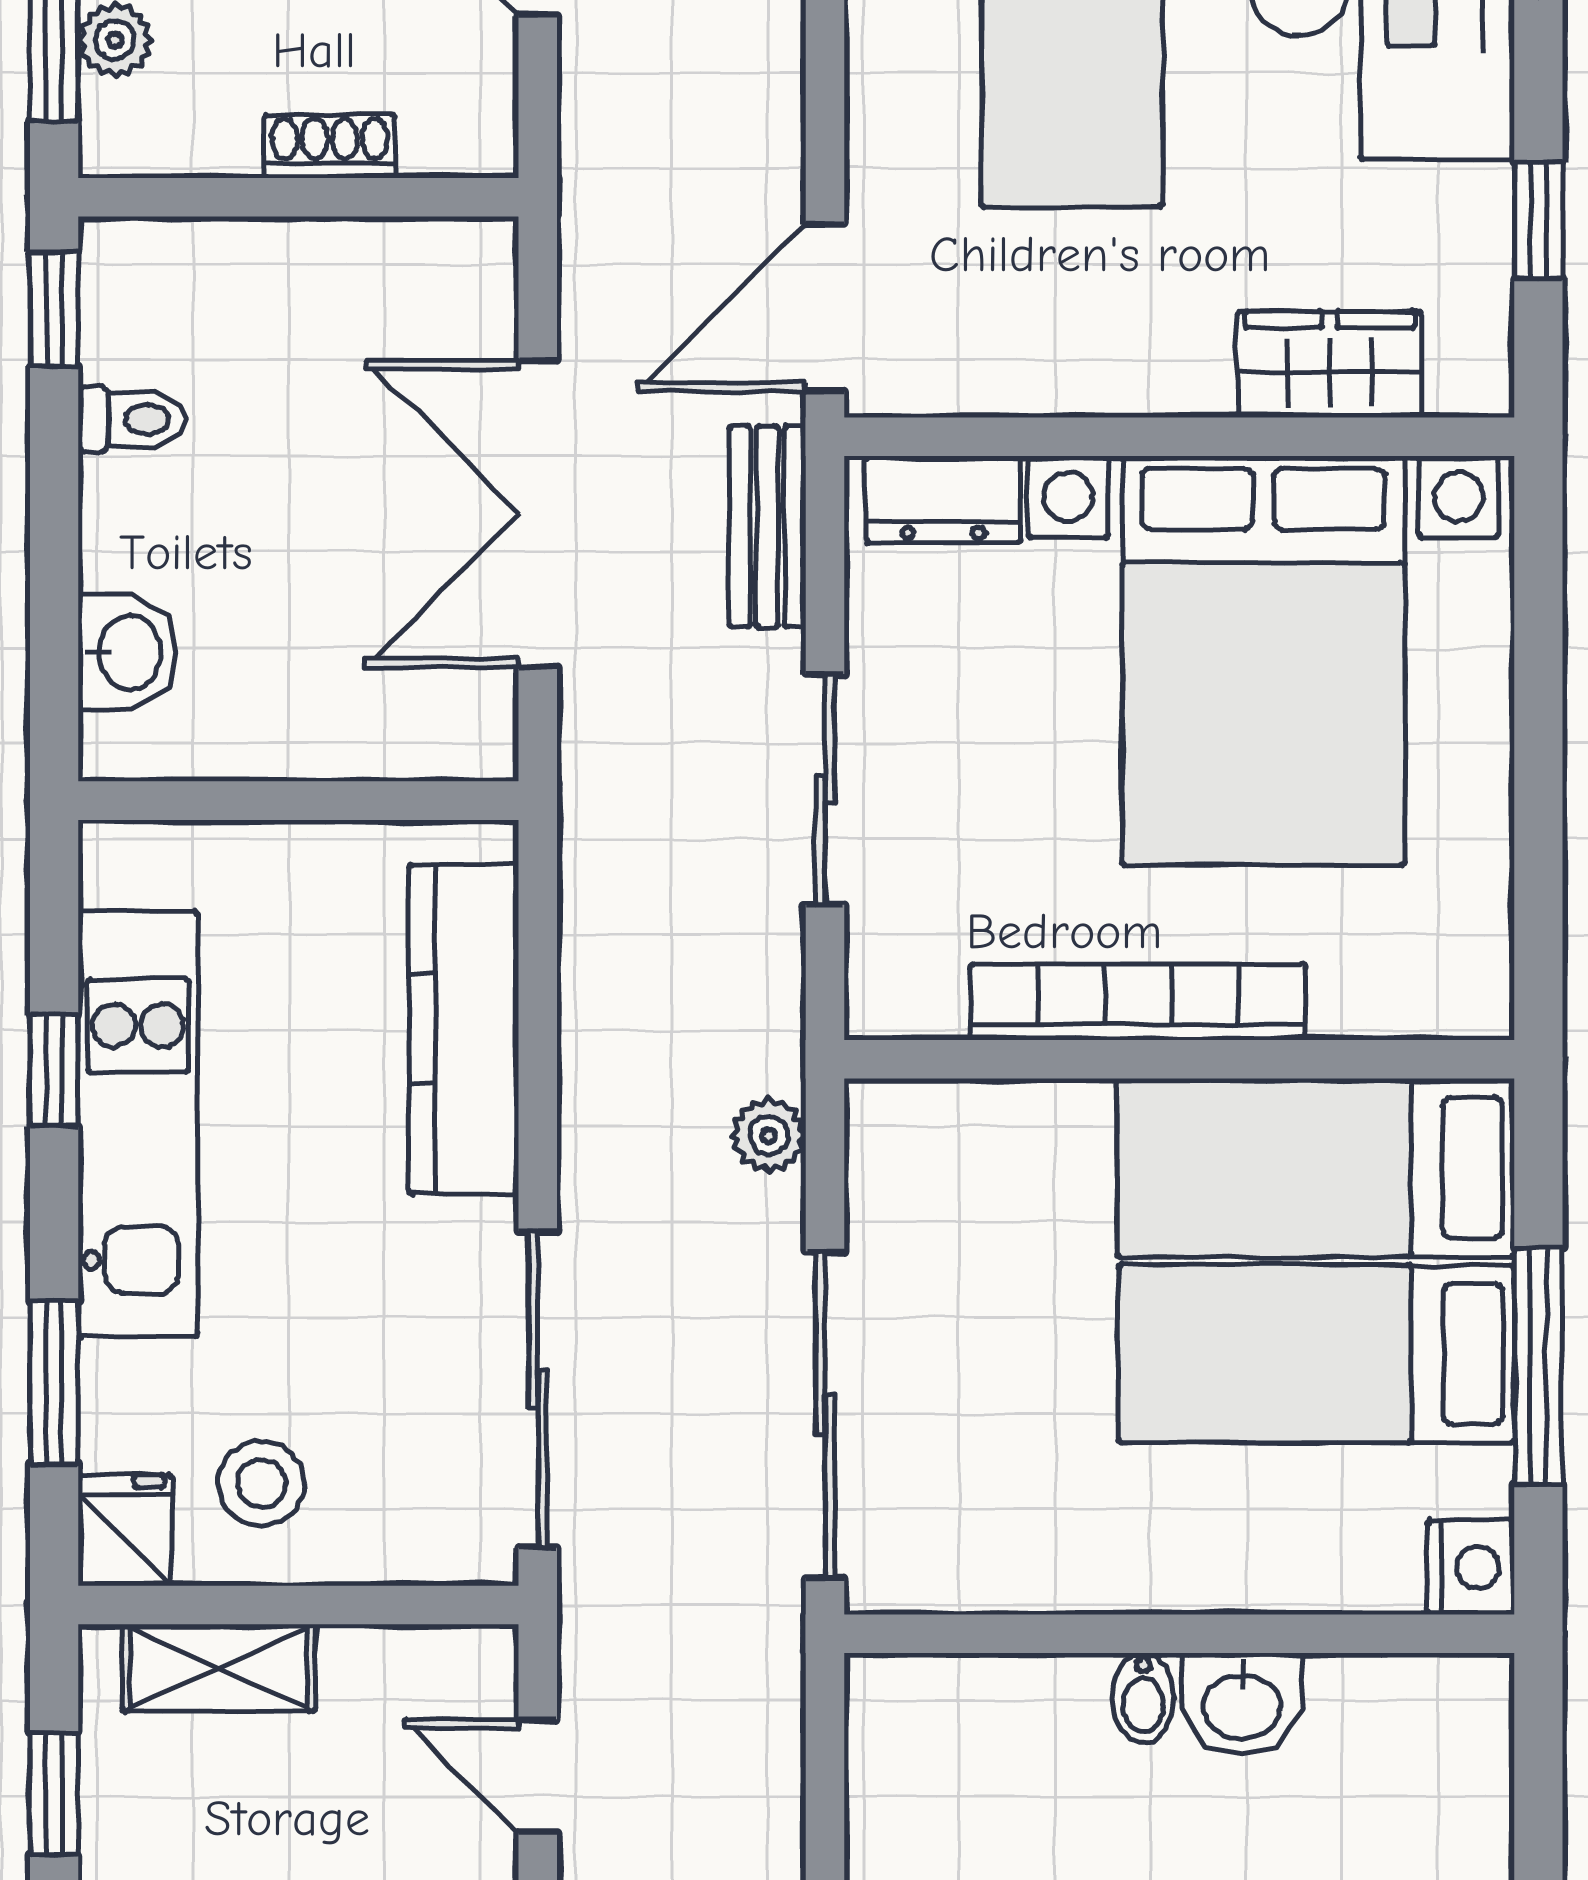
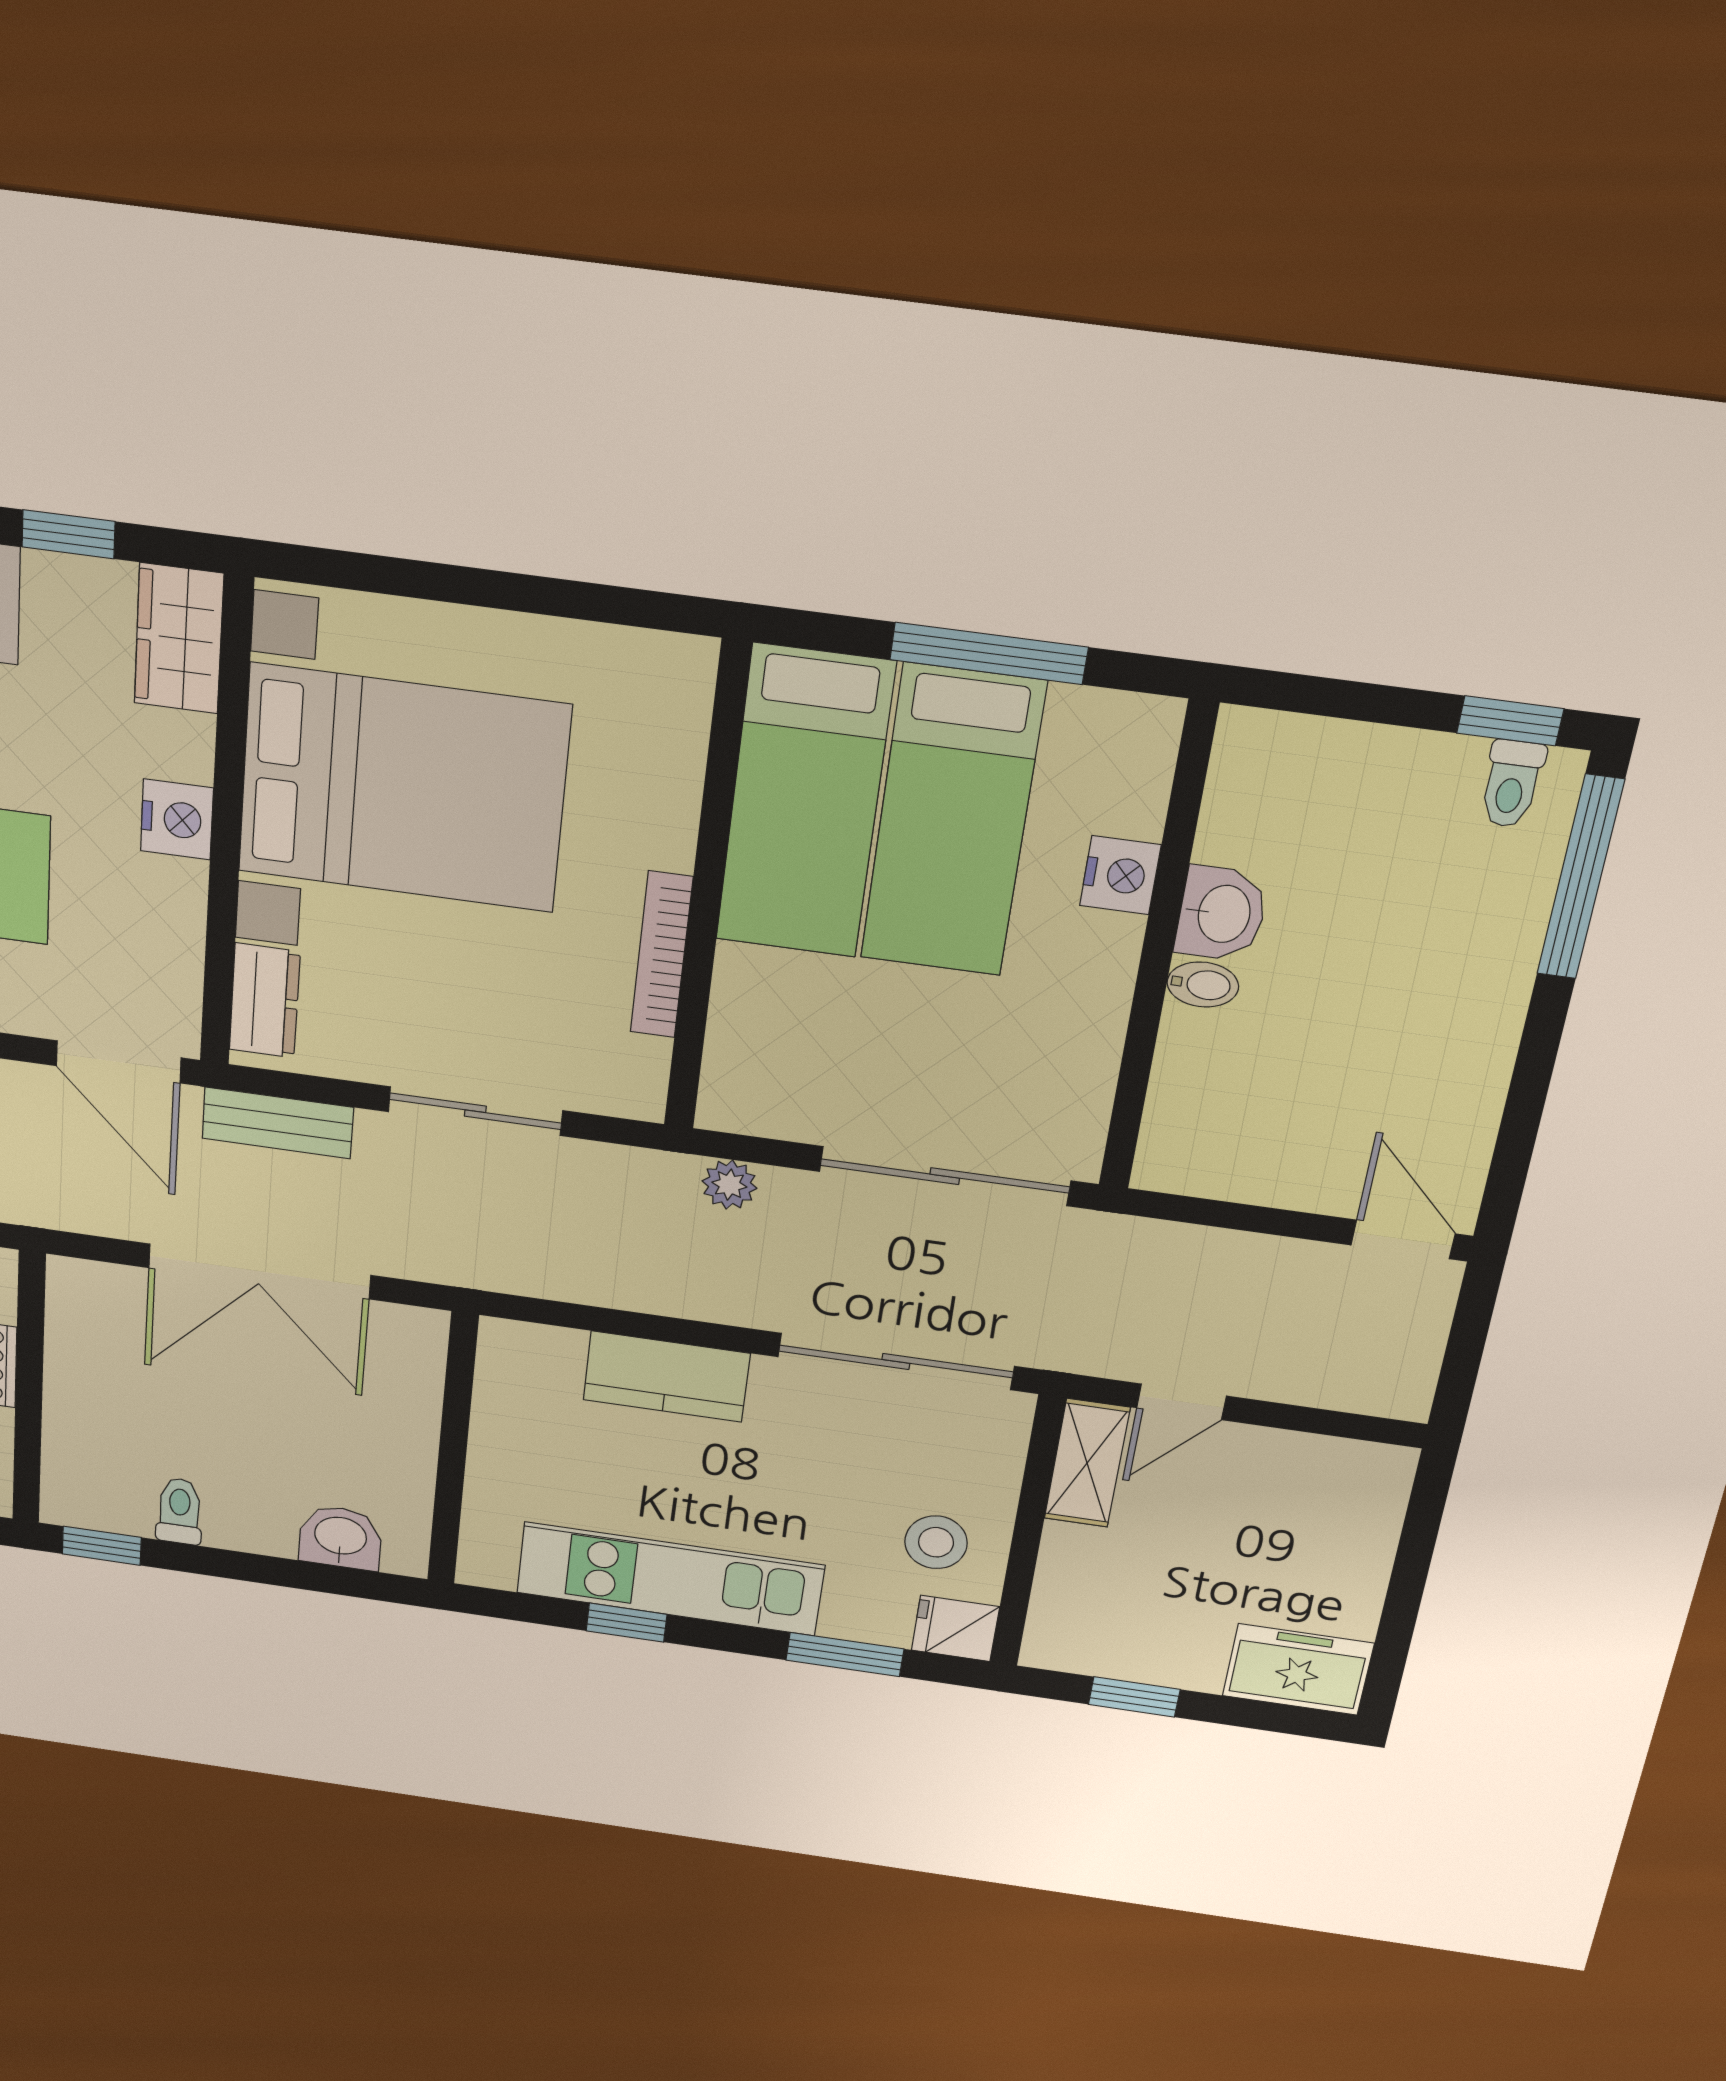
wardrobe: (1330, 364) -> (179, 639), moved
nightstand: (1181, 372) -> (177, 819), added
bookcase: (1138, 1002) -> (661, 955), width x0.68, depth x0.76
kitchen counter: (464, 1029) -> (667, 1377), width x0.67
nightstand: (1471, 1567) -> (1120, 875), moved, turned 90
shelving: (219, 1668) -> (1087, 1463), moved

